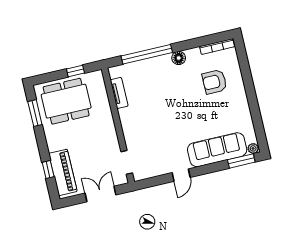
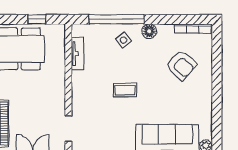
side table: (158, 71) -> (124, 40), added
armchair: (214, 82) -> (181, 65), turned -138
coffee table: (169, 116) -> (125, 90), added

